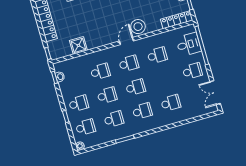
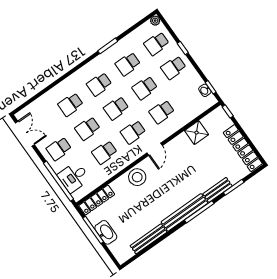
door: (126, 41) -> (155, 149), moved
school desk: (164, 79) -> (88, 128), added

